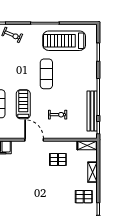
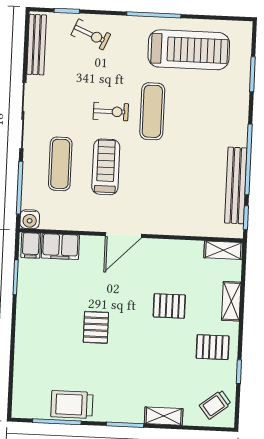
treadmill: (64, 41) -> (189, 50), turned 180
exercise bike: (58, 115) -> (111, 112), moved
door: (34, 140) -> (123, 235), swing flipped
pallet: (58, 159) -> (169, 306), moved
pallet: (22, 189) -> (96, 327), added

